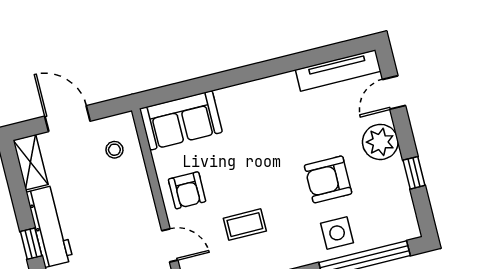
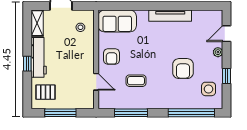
tv unit: (338, 70) -> (170, 16), moved
plant: (380, 142) -> (218, 52), width x0.53, depth x0.53
armchair: (328, 179) -> (183, 69), turned -90
side table: (337, 233) -> (209, 89), moved

